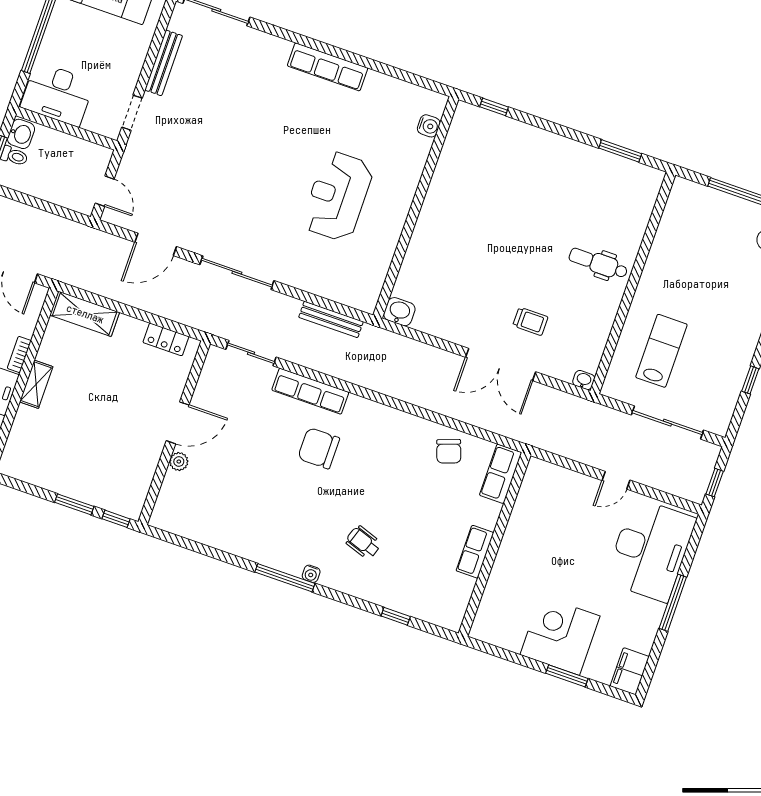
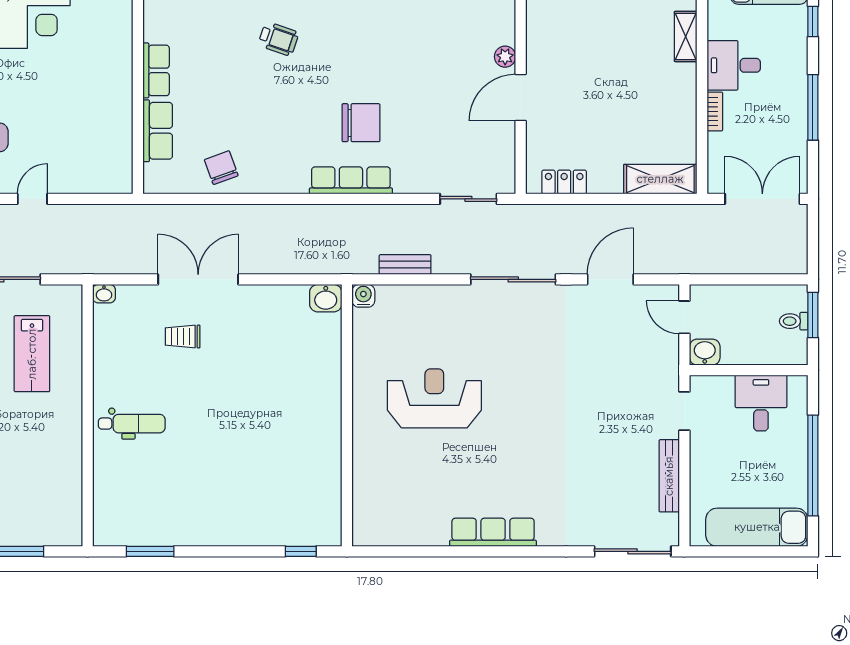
desk: (58, 94) -> (761, 403), width x0.73
water cooler: (429, 126) -> (363, 296), moved, turned 90
washbasin: (21, 134) -> (705, 352), moved, turned 90
reception desk: (338, 196) -> (434, 398), turned -90
bench: (331, 319) -> (405, 265), width x0.73
shelving: (36, 384) -> (686, 36), moved
row of seats: (310, 391) -> (351, 180), moved
row of seats: (501, 474) -> (158, 131), moved

